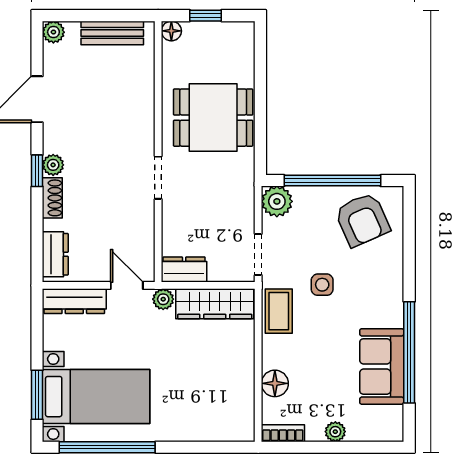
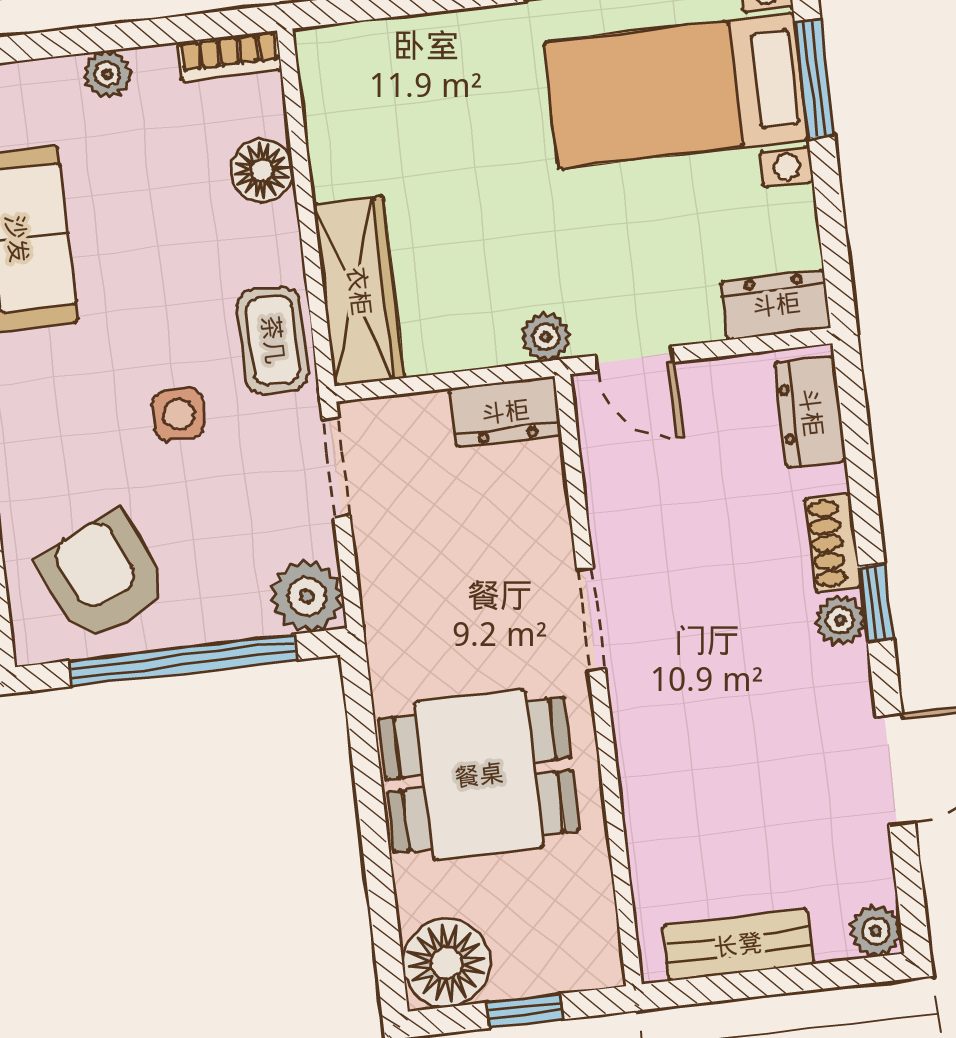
floor lamp: (171, 31) -> (446, 963), moved, width x1.89, depth x1.89
dresser: (74, 301) -> (776, 305), width x0.70
wardrobe: (215, 304) -> (359, 291), moved, turned 90

